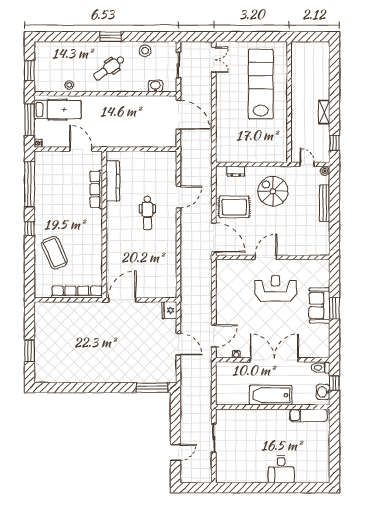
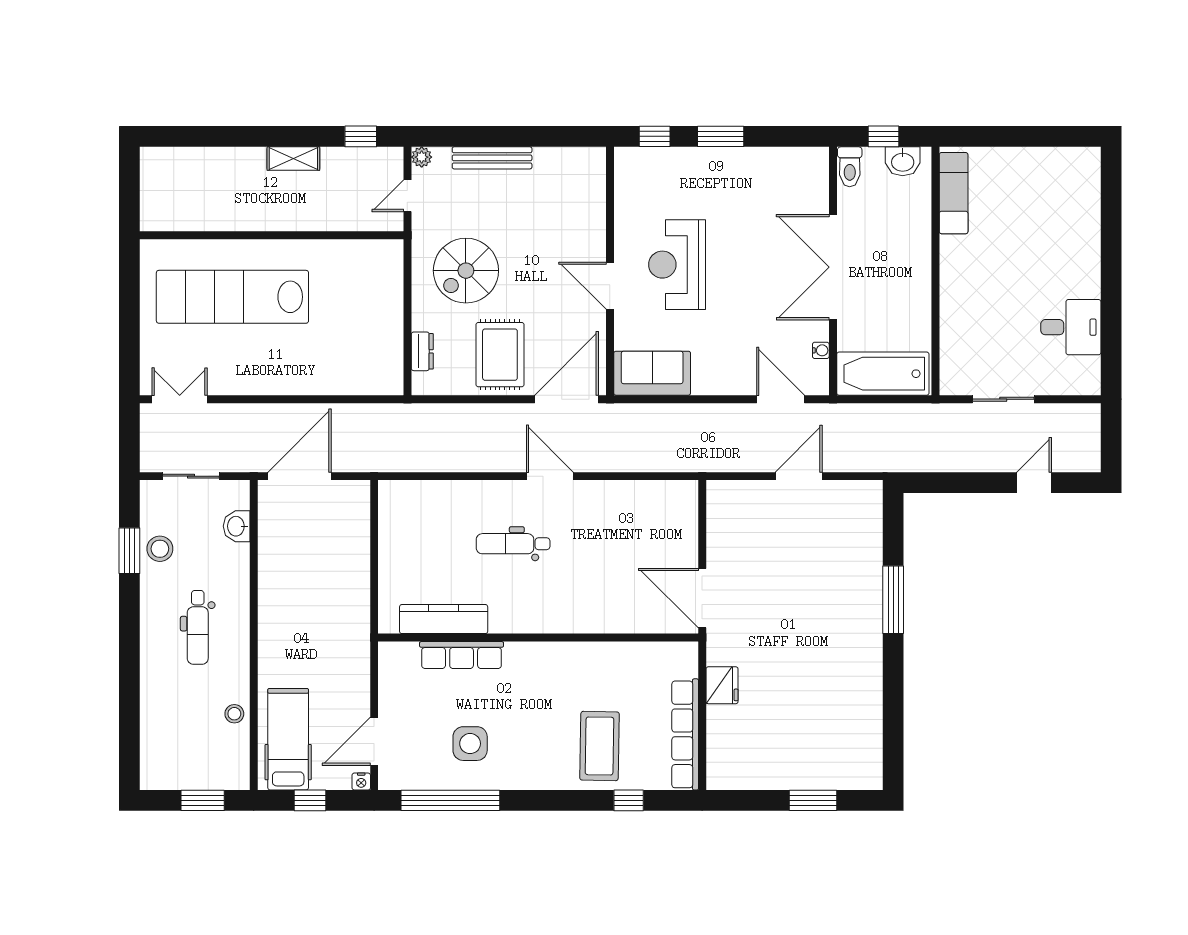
window: (110, 37) -> (129, 551), moved
dental chair: (109, 68) -> (198, 627), turned 35
window: (29, 120) -> (310, 800), width x0.46
door: (81, 149) -> (374, 741), moved
side table: (56, 193) -> (470, 744), added
door: (178, 197) -> (550, 476), moved
dental chair: (147, 213) -> (513, 544), turned 180
window: (29, 229) -> (629, 800), moved
coffee table: (54, 253) -> (600, 746), turned -65
window: (334, 278) -> (655, 136), added
row of seats: (77, 292) -> (685, 734), moved
sofa: (320, 305) -> (652, 373), moved, turned 180
fridge: (169, 310) -> (722, 685), moved, turned -90
window: (152, 388) -> (893, 600), moved
bathtub: (271, 395) -> (883, 374), moved, turned 90
door: (175, 452) -> (1034, 483), hinge flipped
desk: (281, 469) -> (1071, 327), moved

